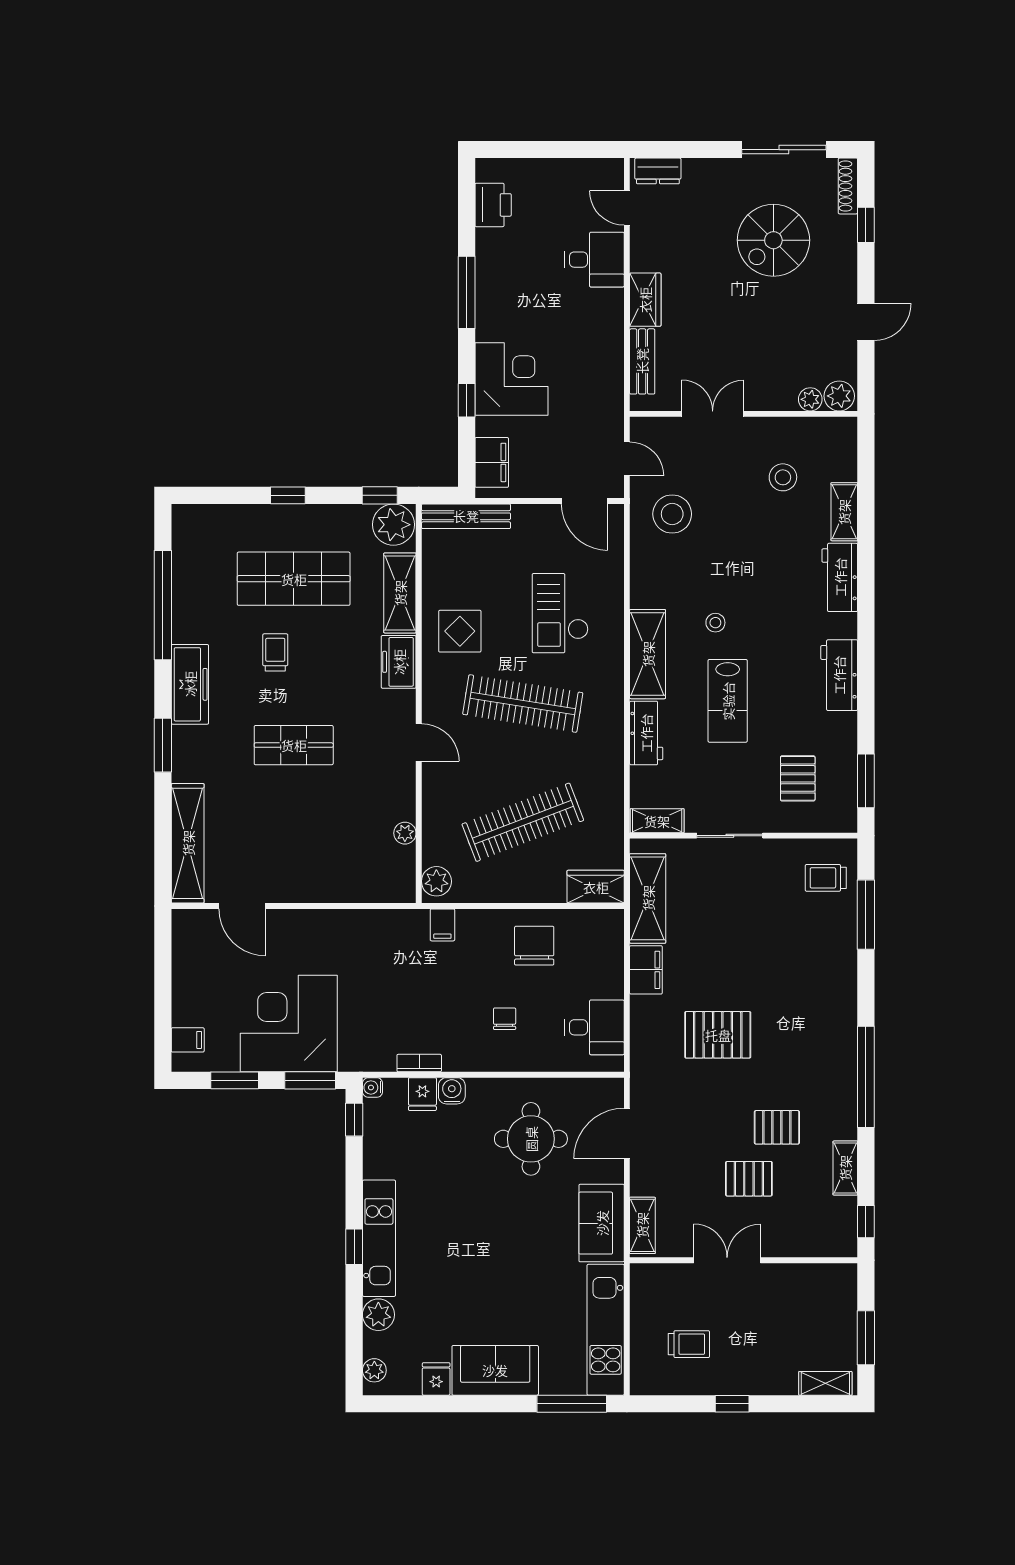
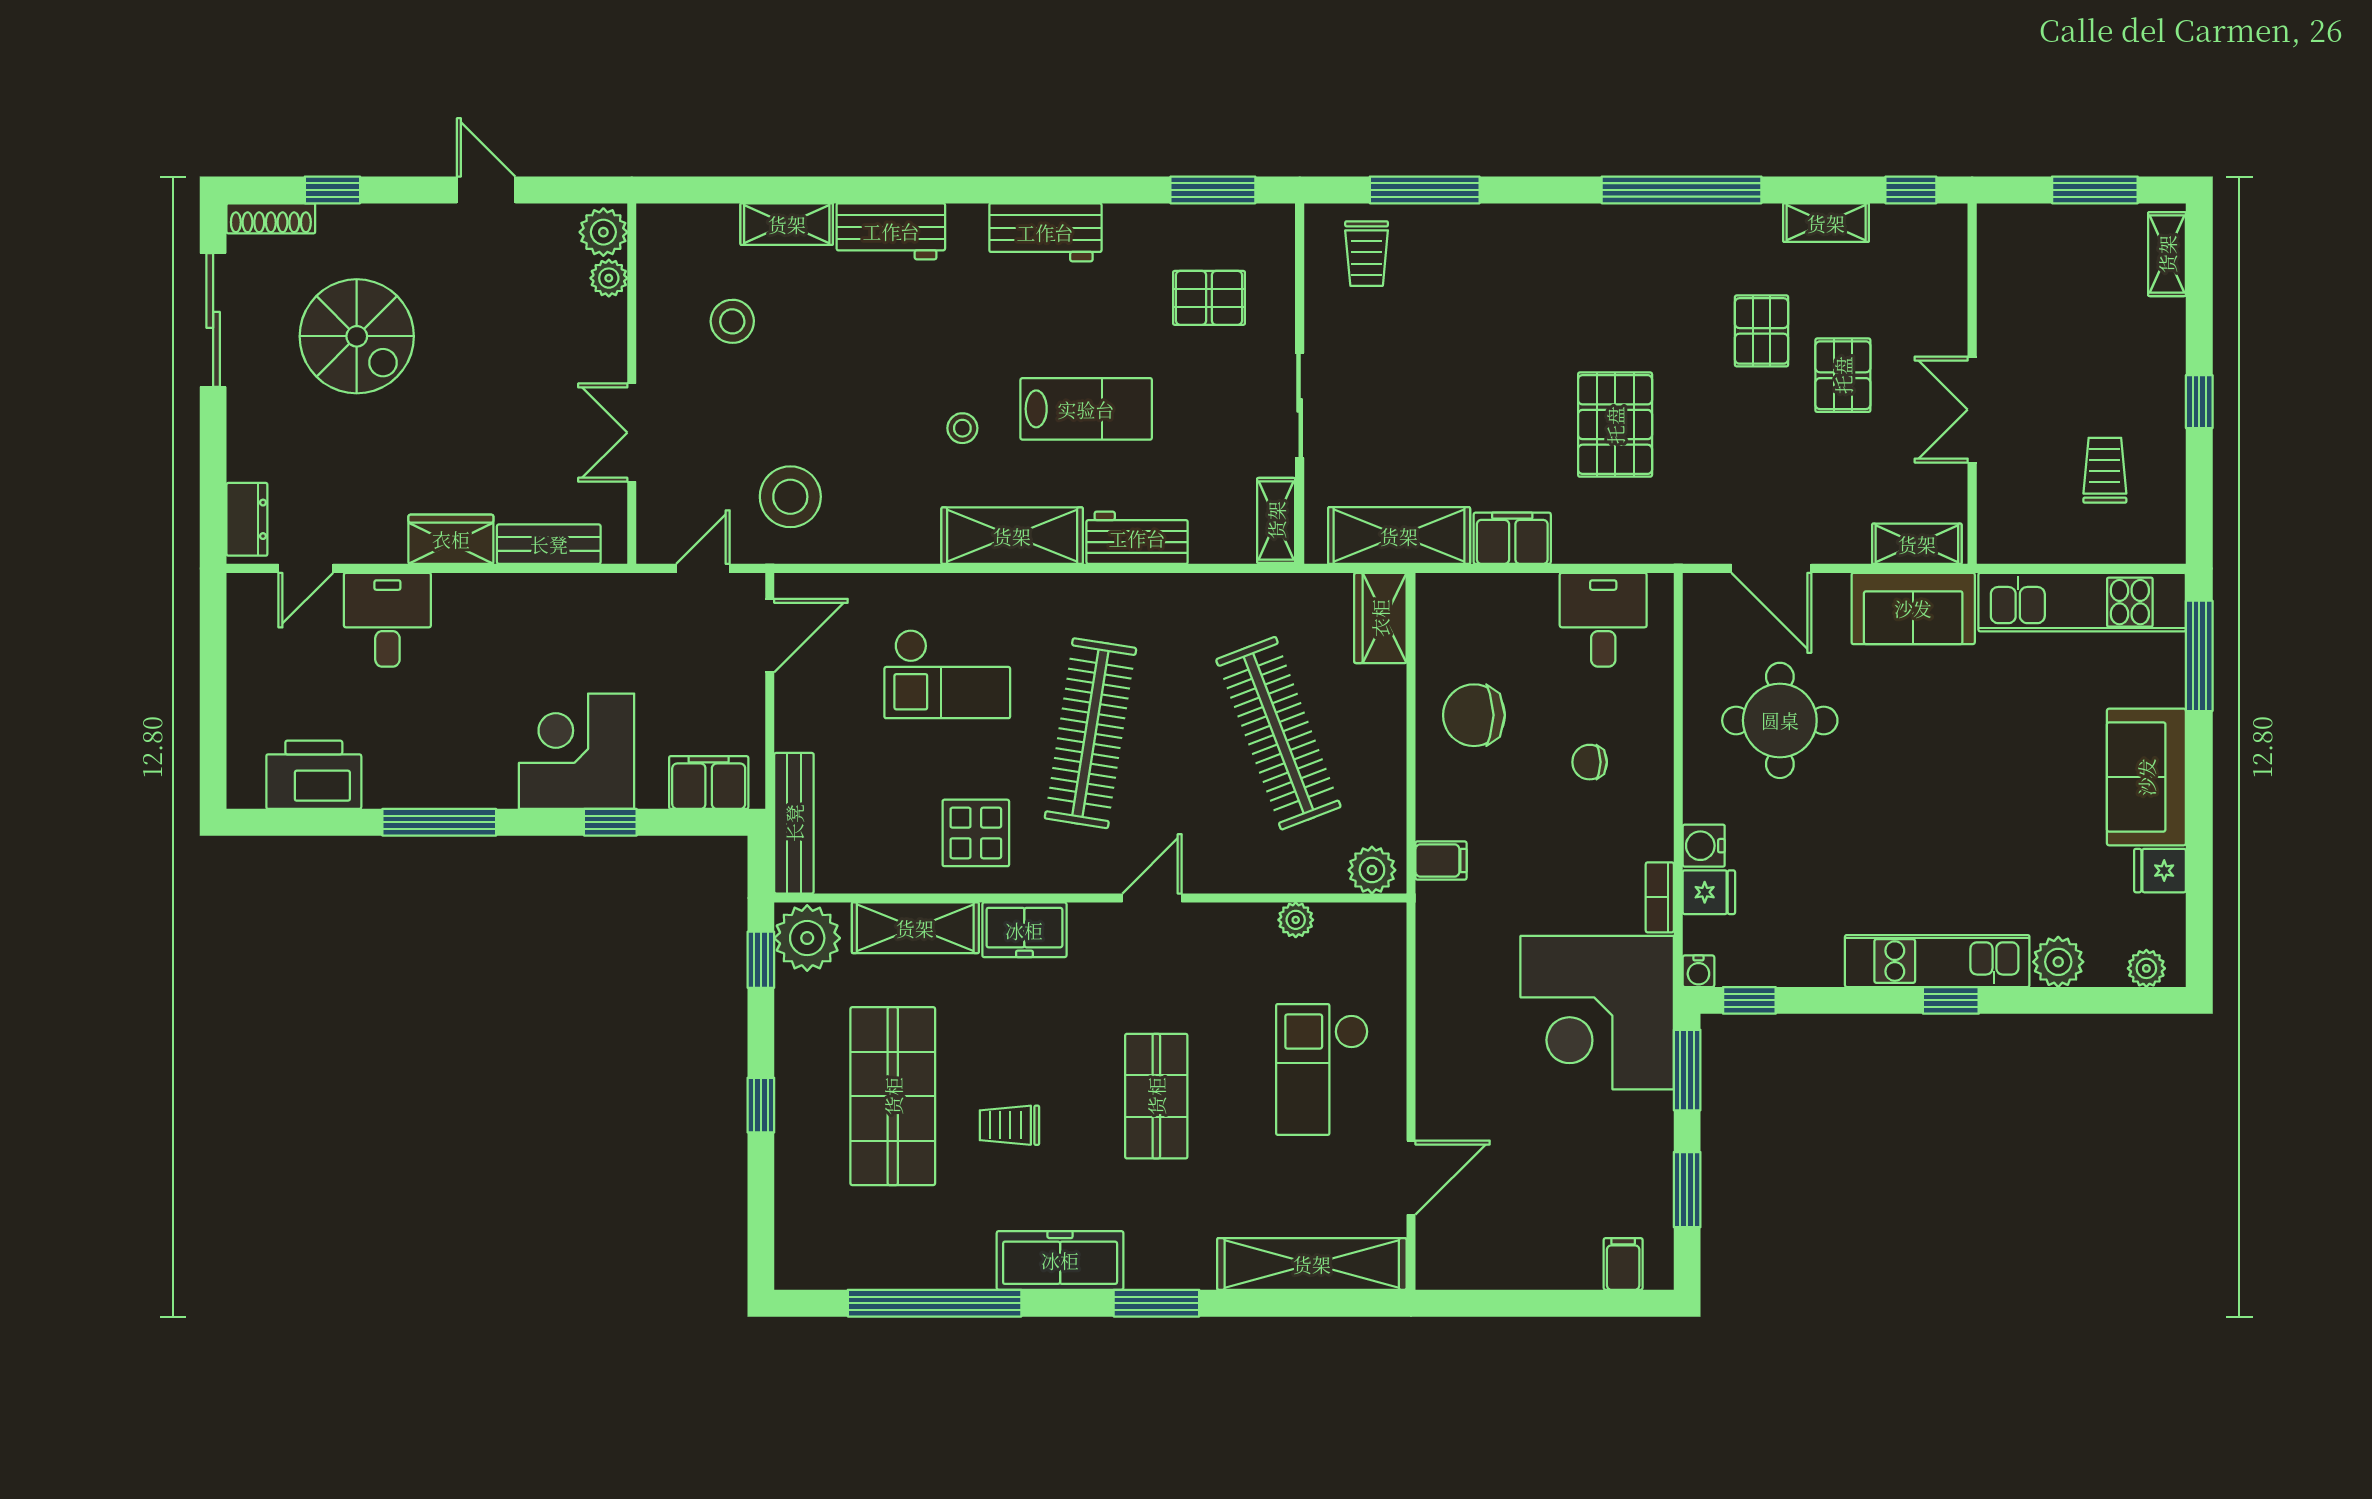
printer: (493, 205) -> (314, 775), width x1.37, depth x1.19
checkout: (310, 850) -> (1322, 1069), added
corner desk: (289, 1023) -> (1597, 1013), moved

